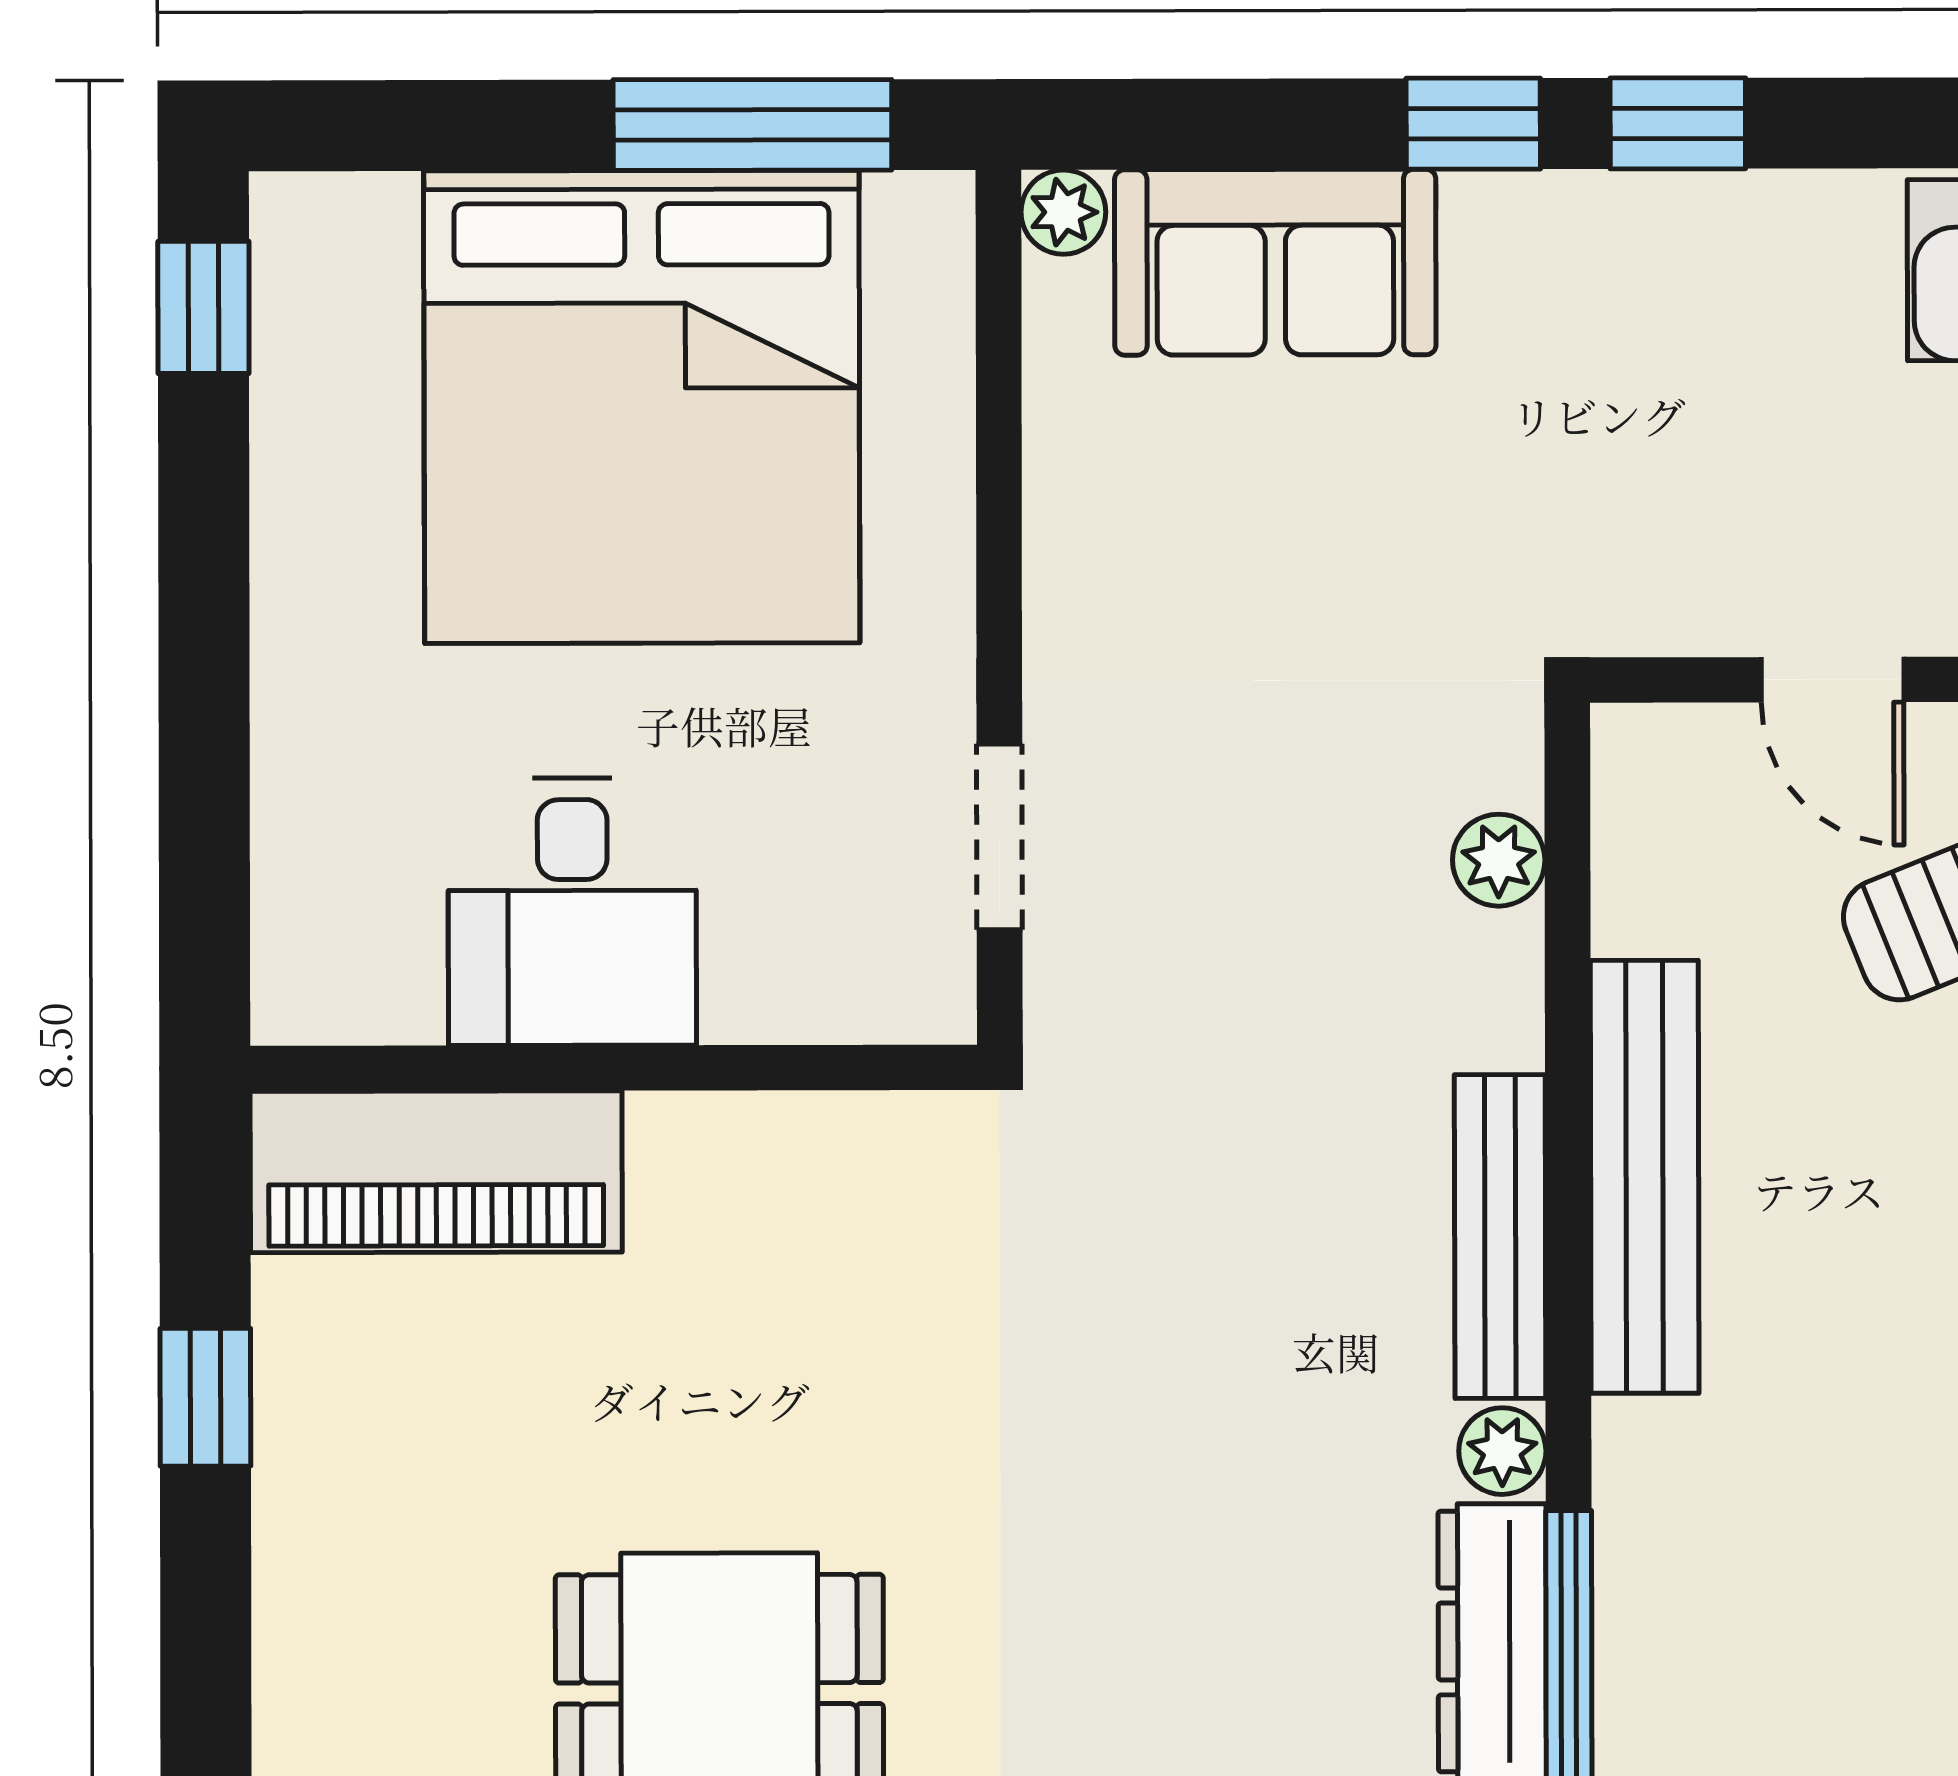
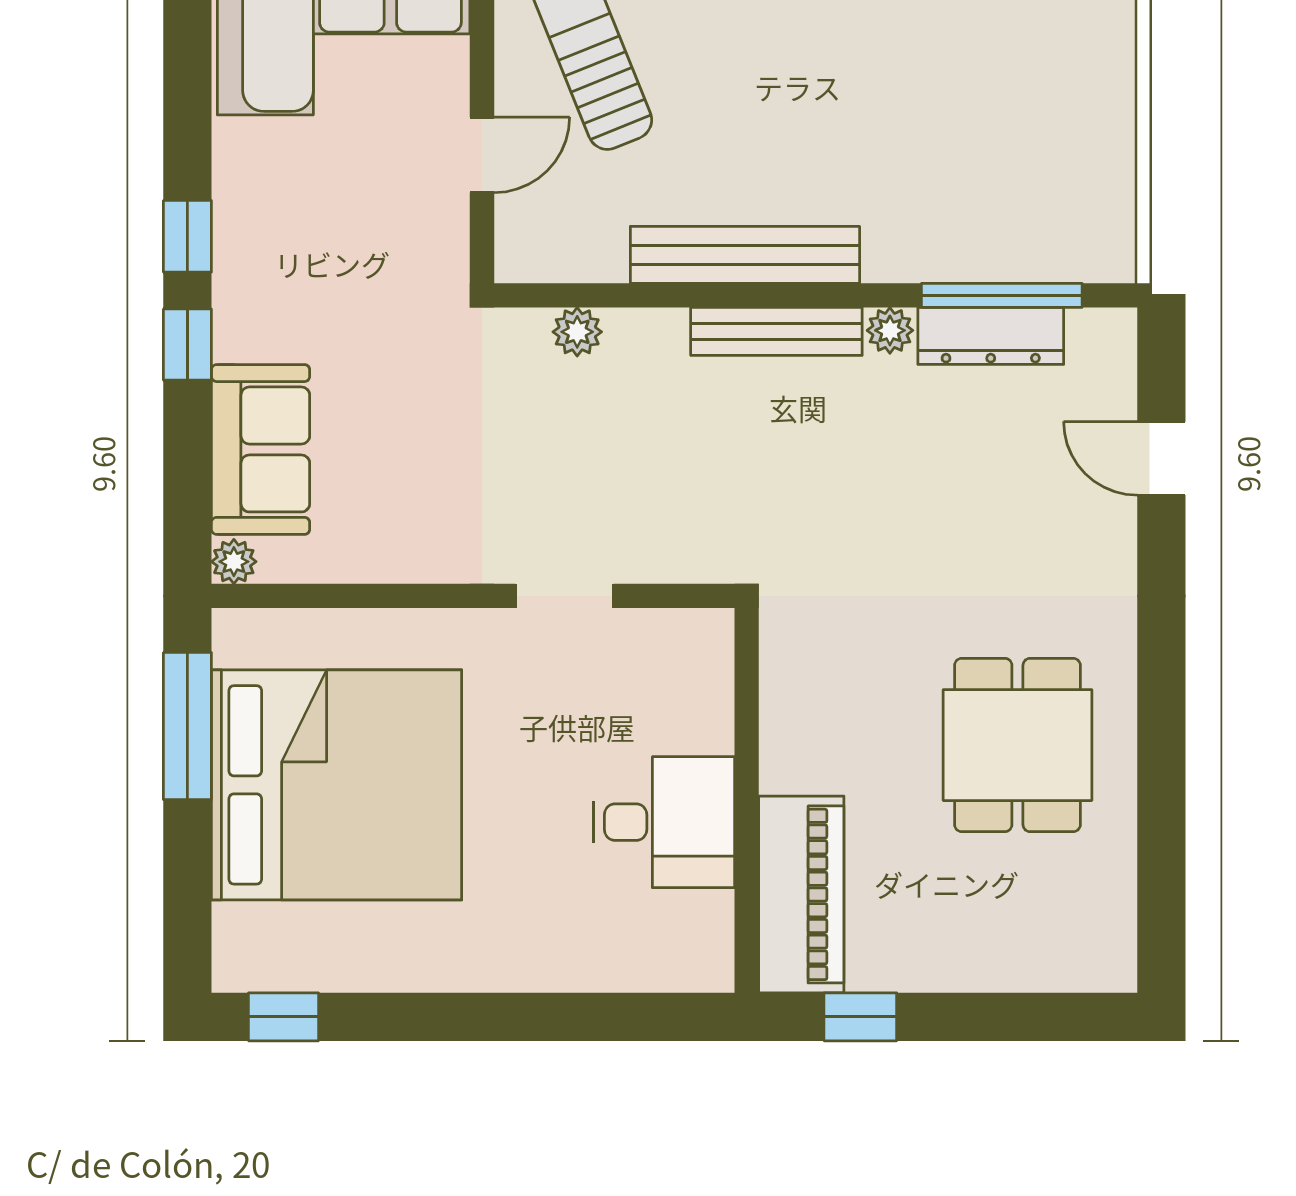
desk: (572, 912) -> (664, 822), moved
wall: (614, 1068) -> (747, 800), moved
piano: (436, 1172) -> (801, 894), moved

